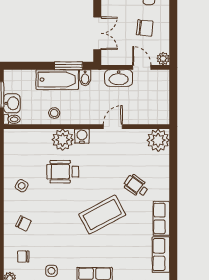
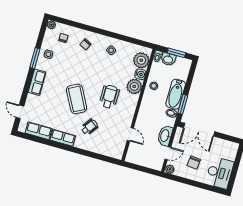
double door: (97, 33) -> (199, 130), width x1.37
door: (113, 127) -> (130, 134), moved
water cooler: (82, 136) -> (140, 74), moved
plant: (158, 140) -> (141, 60), moved
wheelchair: (63, 172) -> (109, 97), moved

